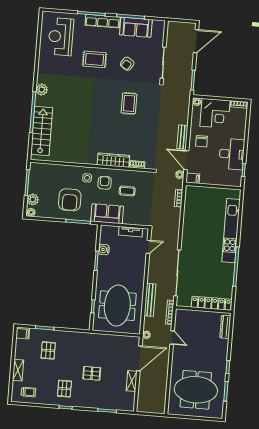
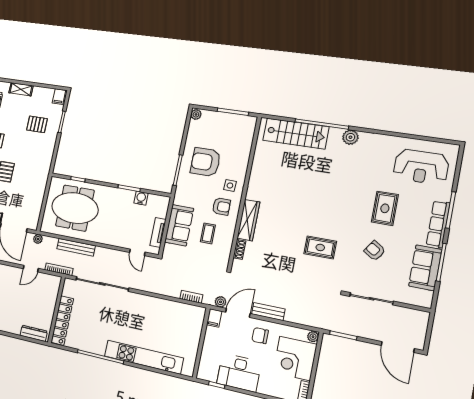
reception desk: (61, 37) -> (421, 167), turned 180
plant: (33, 199) -> (211, 117), removed
sofa: (107, 214) -> (179, 225), moved

